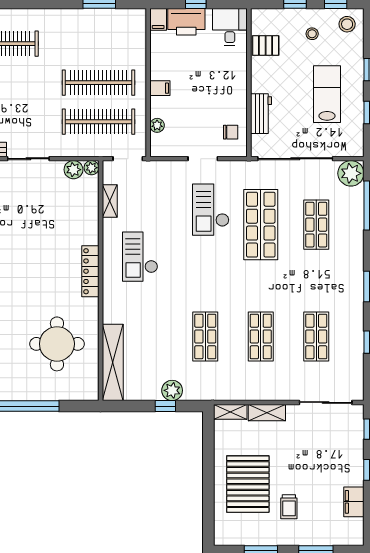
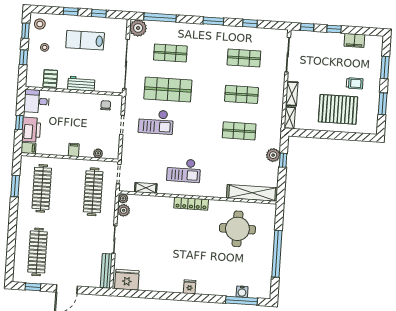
clothes rail: (98, 83) -> (42, 188), moved
workbench: (261, 114) -> (81, 84), moved

